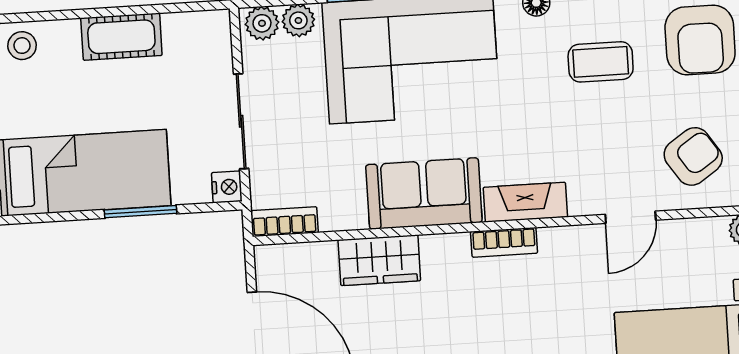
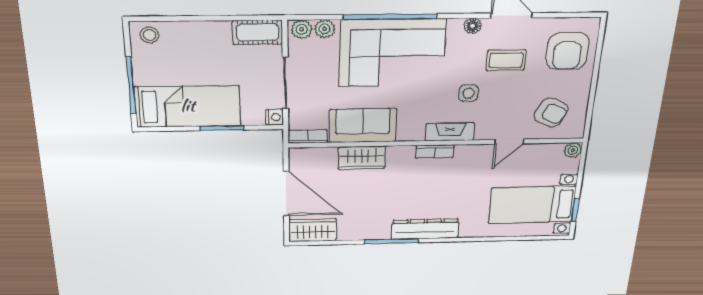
cot: (121, 37) -> (258, 32), moved
side table: (547, 126) -> (468, 93), added
armchair: (693, 156) -> (551, 112), turned 59
sofa: (424, 194) -> (363, 126), moved

